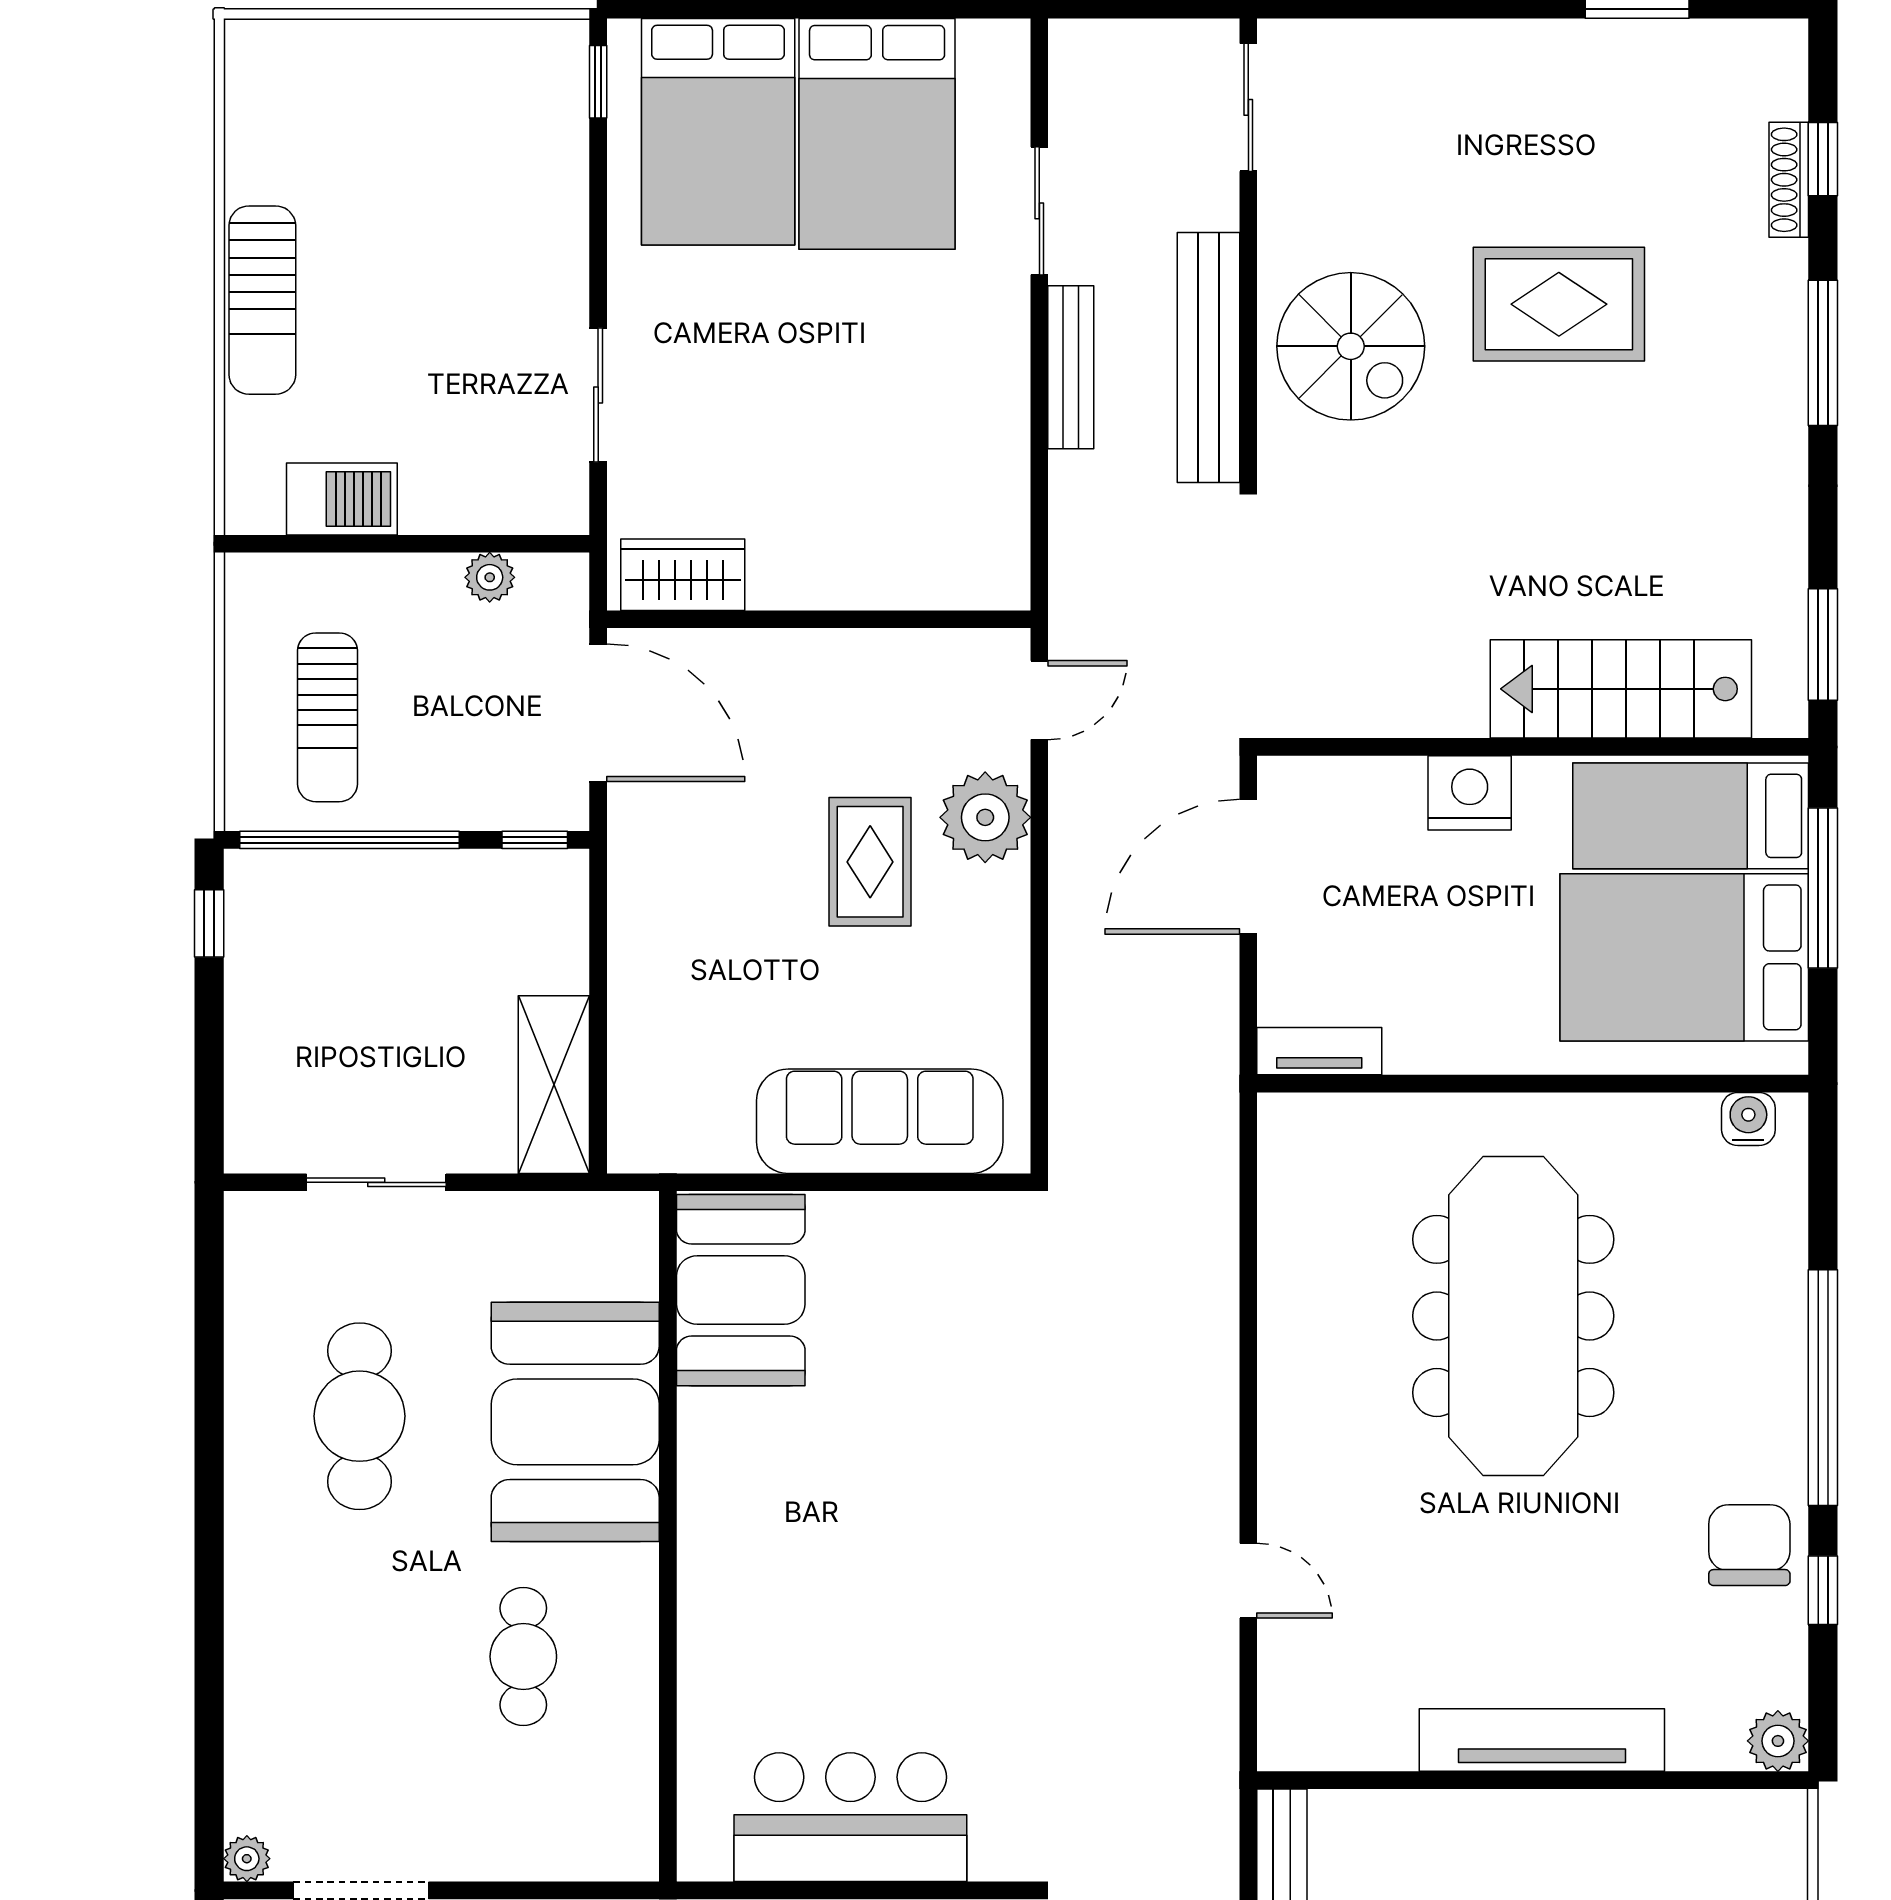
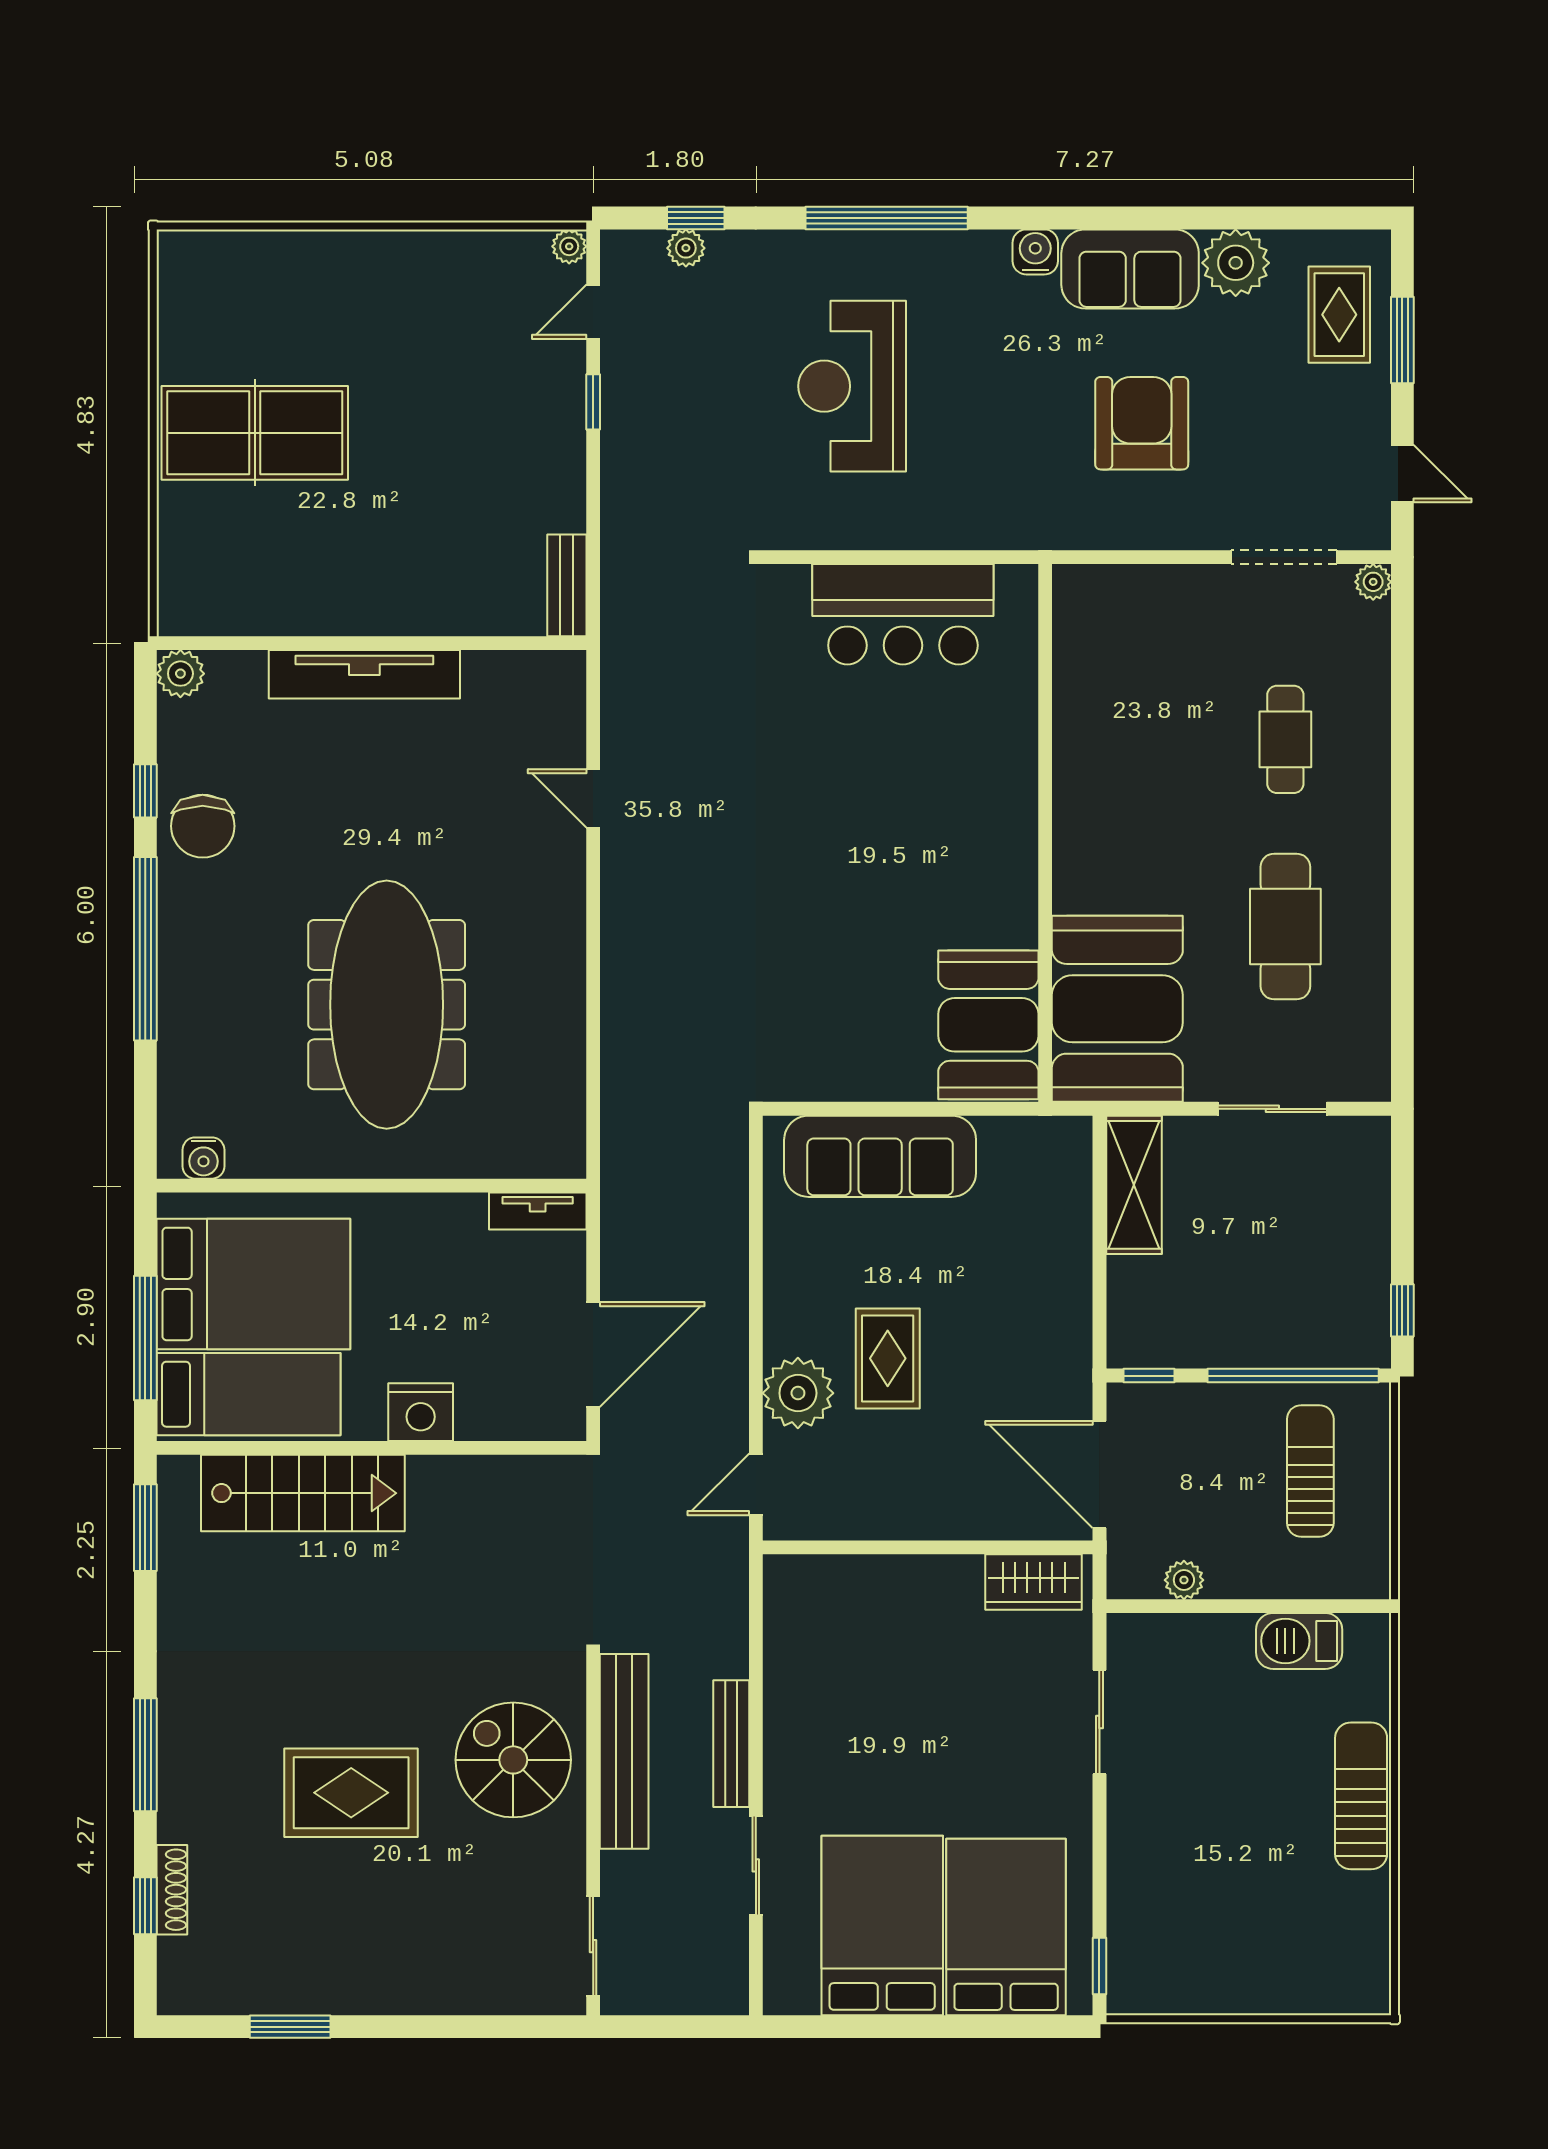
booth: (575, 1422) -> (1117, 1009), moved
cafe table: (523, 1657) -> (1285, 739), moved

